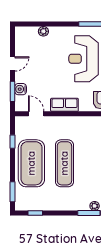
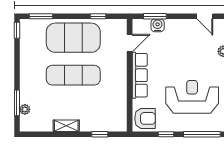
door: (13, 64) -> (205, 16), moved
row of seats: (64, 105) -> (140, 75), width x1.48
window: (35, 213) -> (17, 30), moved

